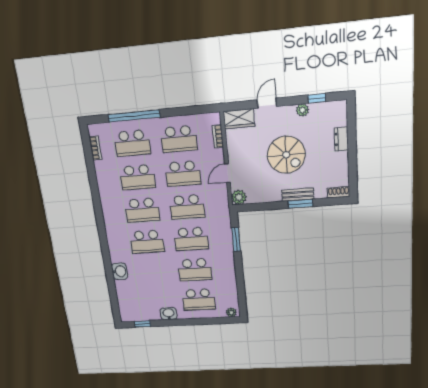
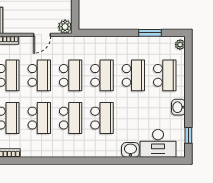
door: (228, 173) -> (42, 35), hinge flipped
window: (236, 239) -> (150, 33), moved
desk: (130, 297) -> (158, 143), added

